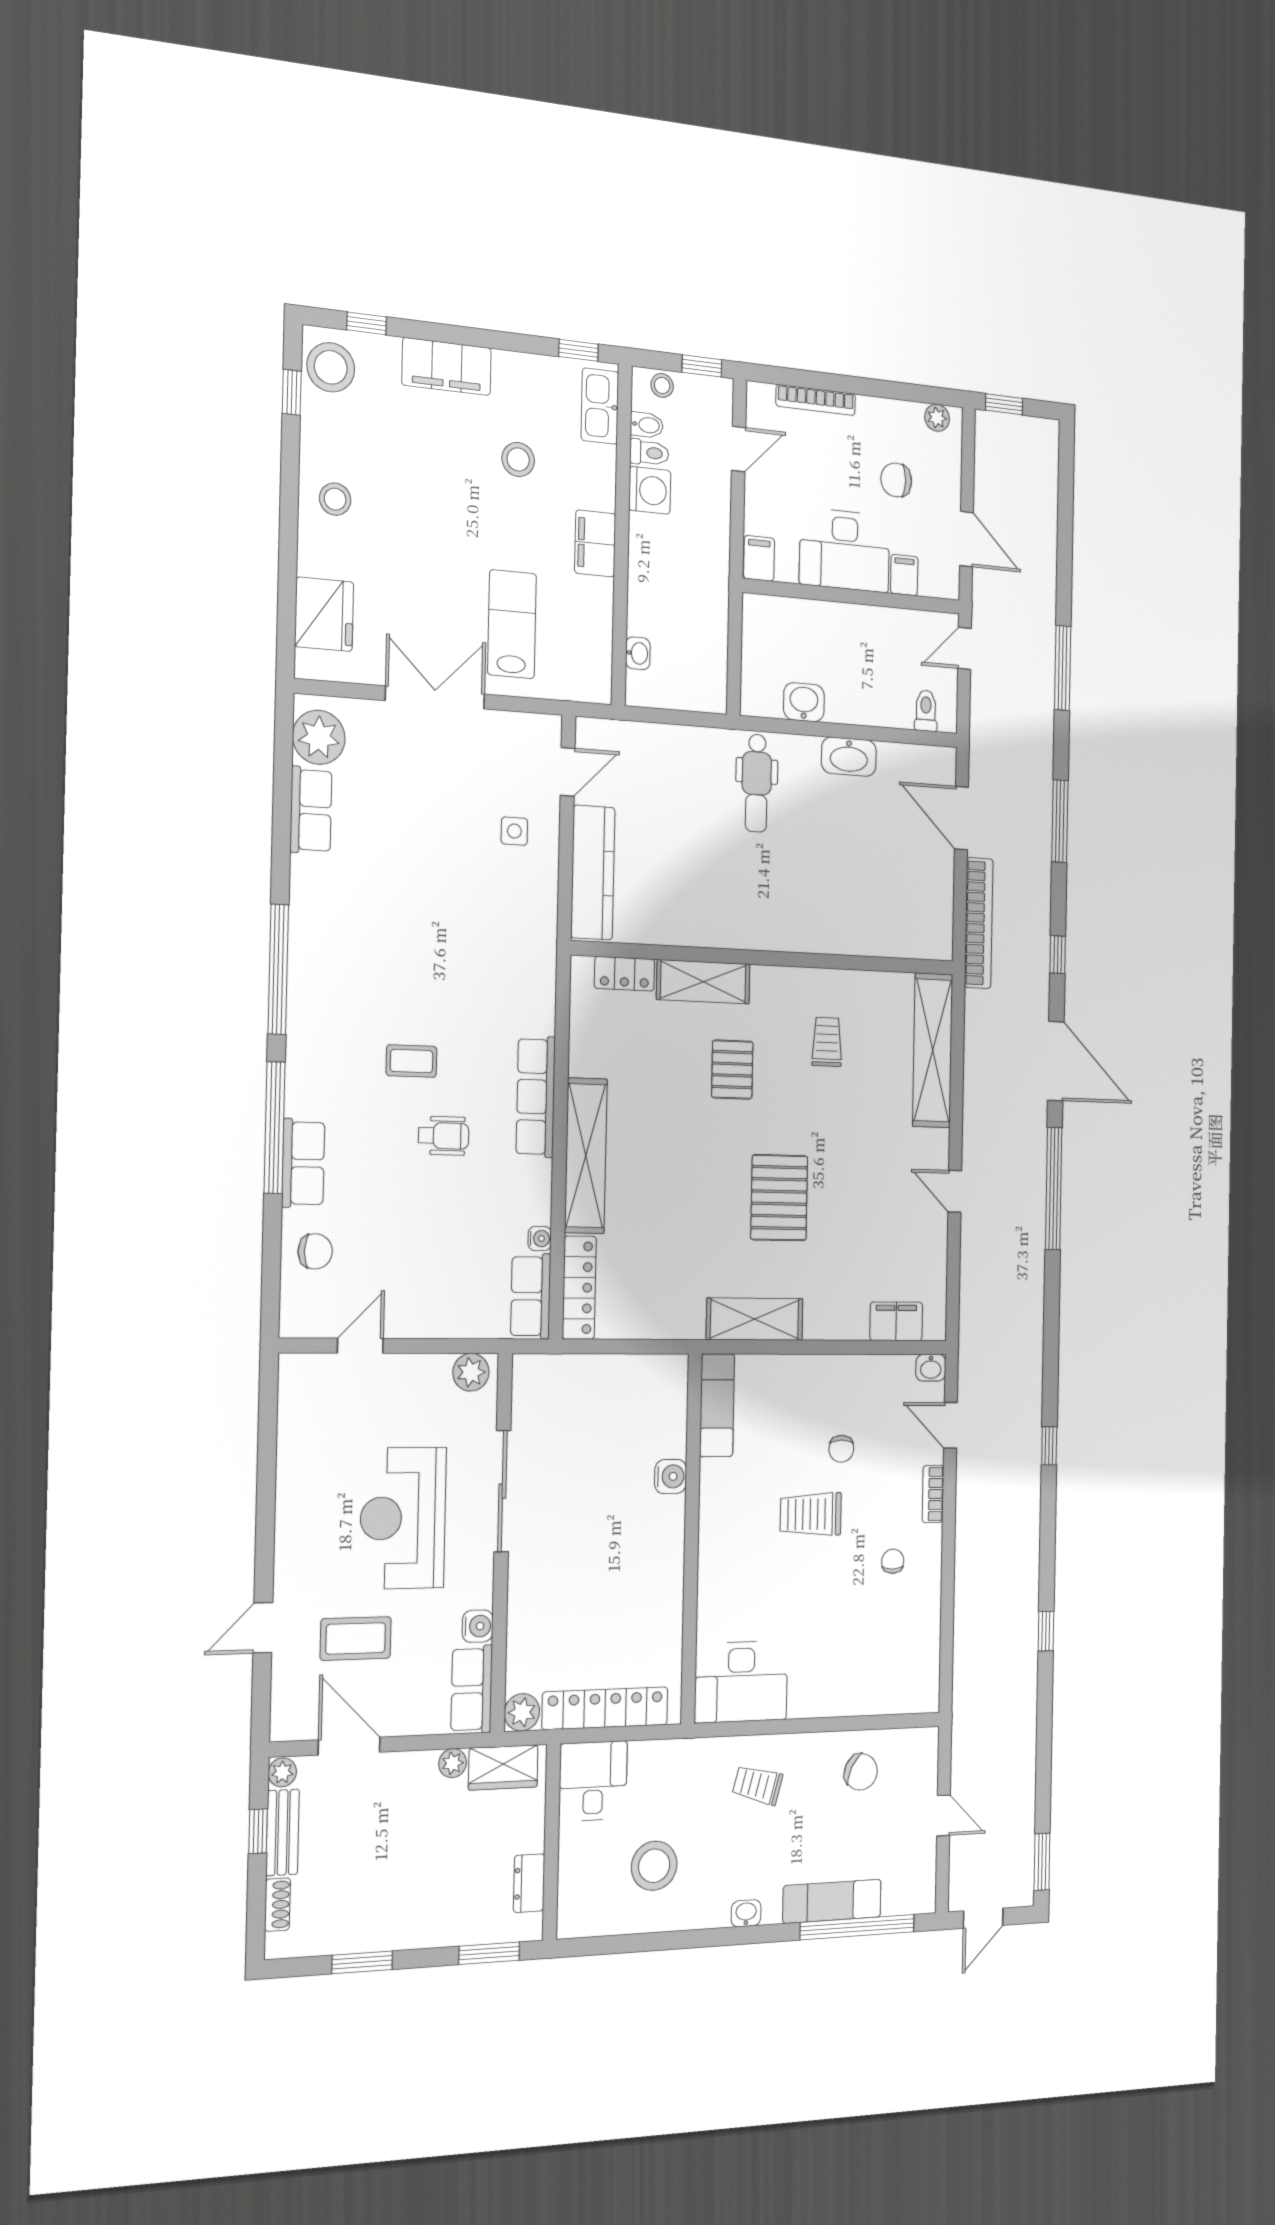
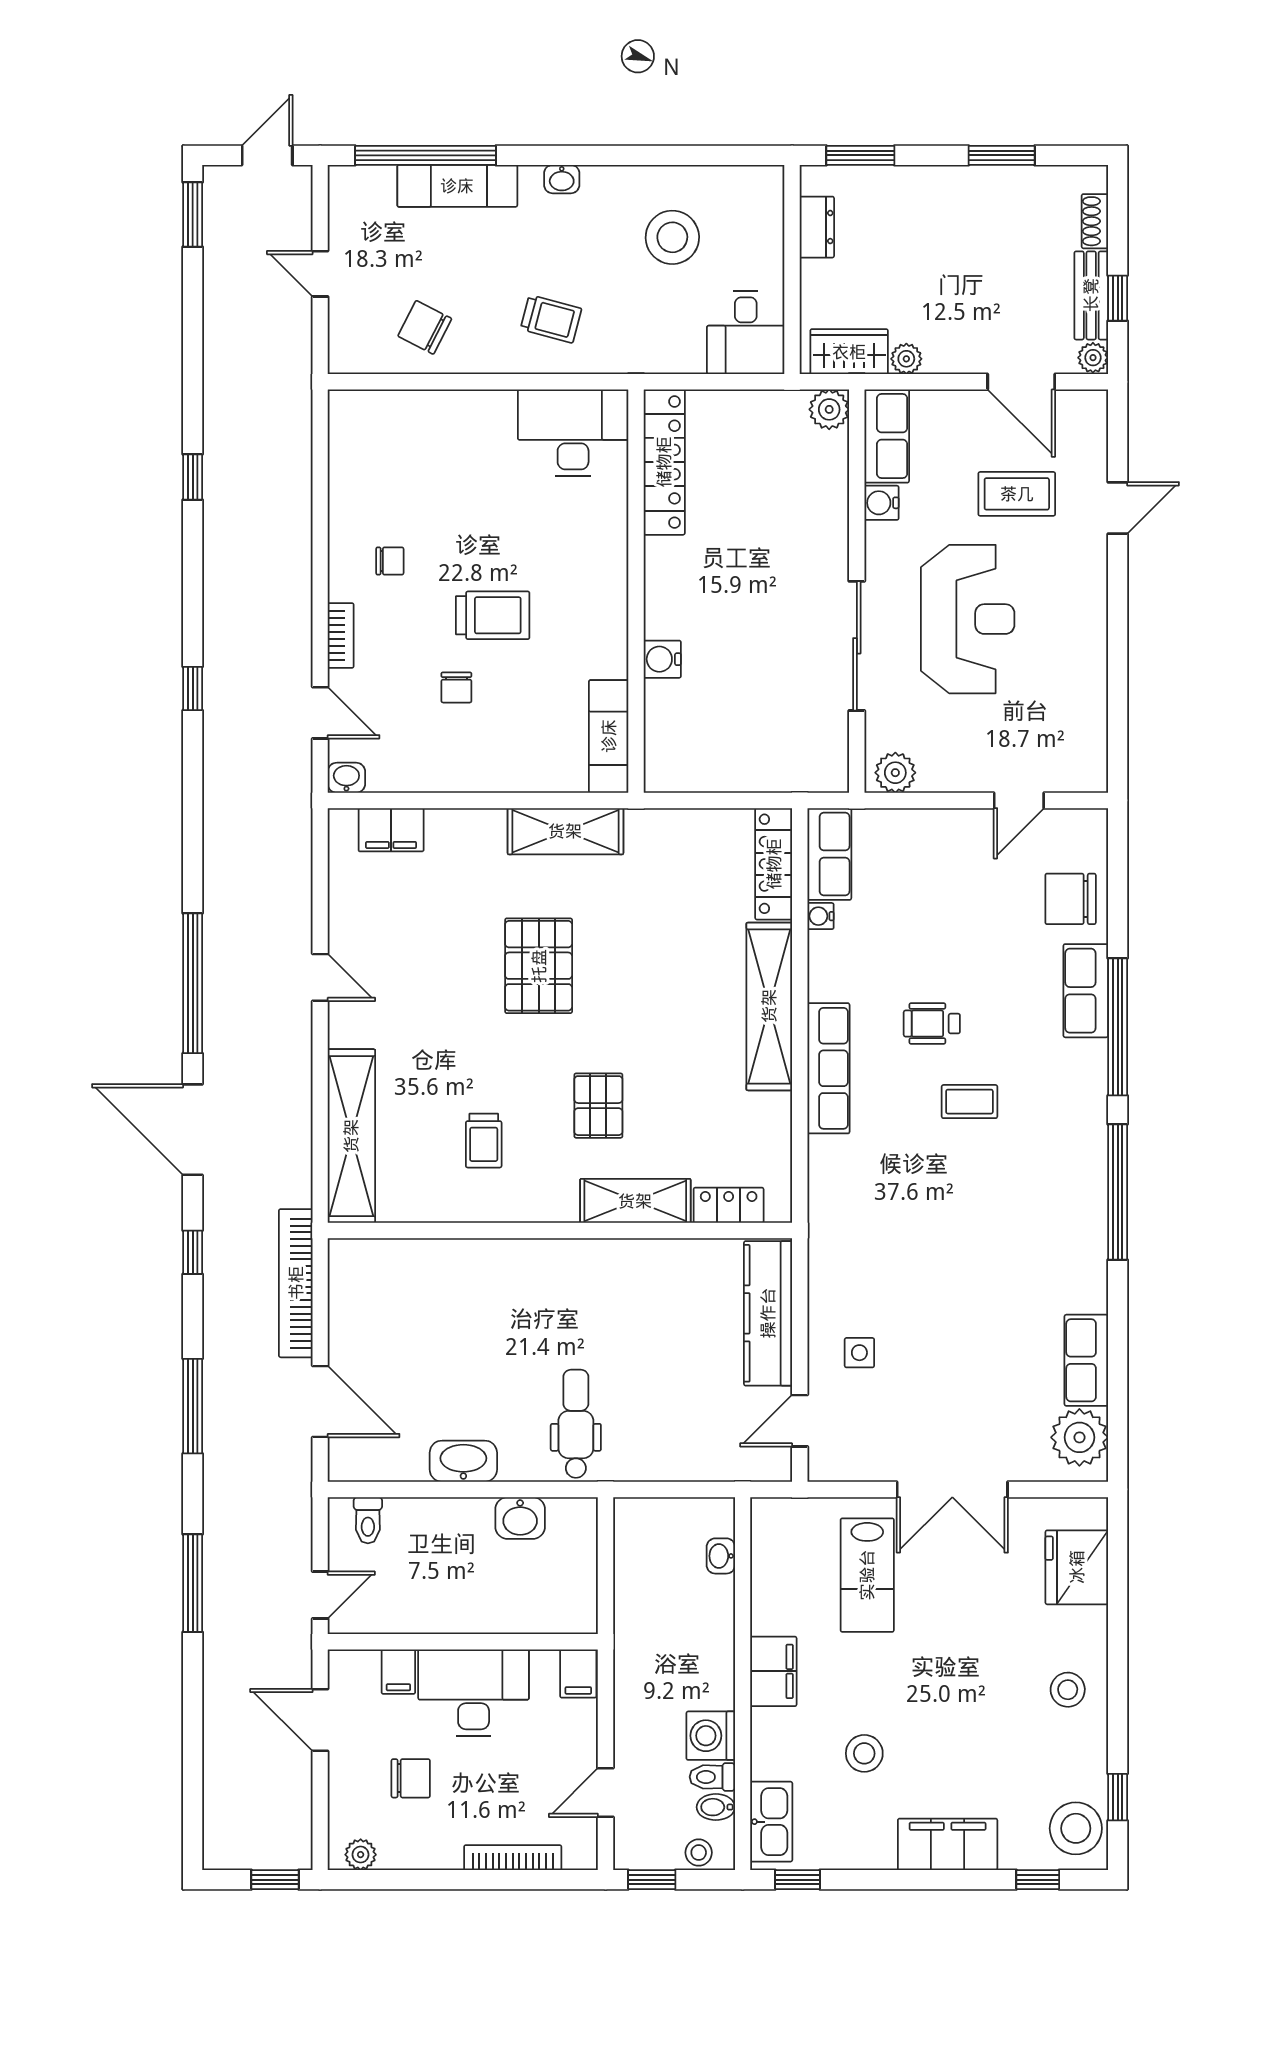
chair: (315, 1251) -> (1071, 899), width x1.37, depth x1.37
chair: (841, 1449) -> (456, 687), turned 180
chair: (893, 1561) -> (390, 561), turned -90
locker: (605, 1708) -> (664, 462), moved, turned -90

